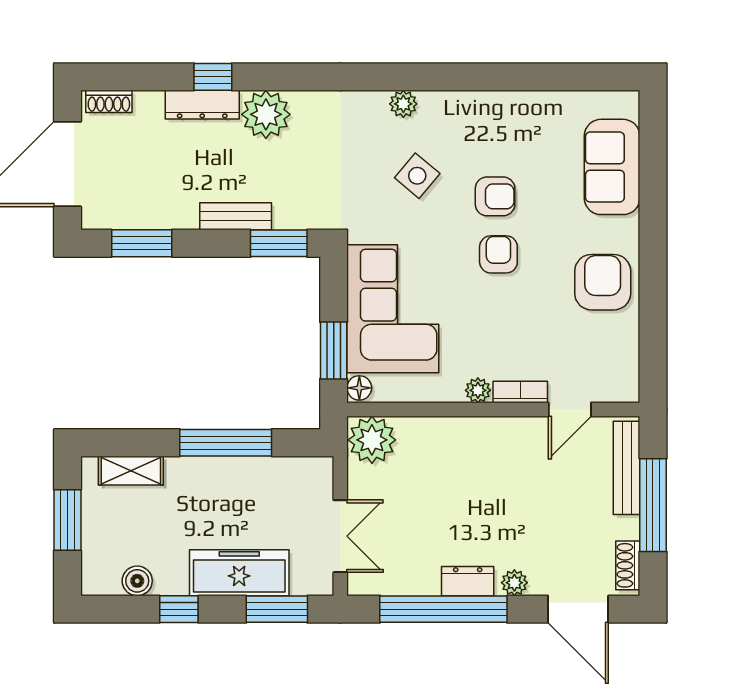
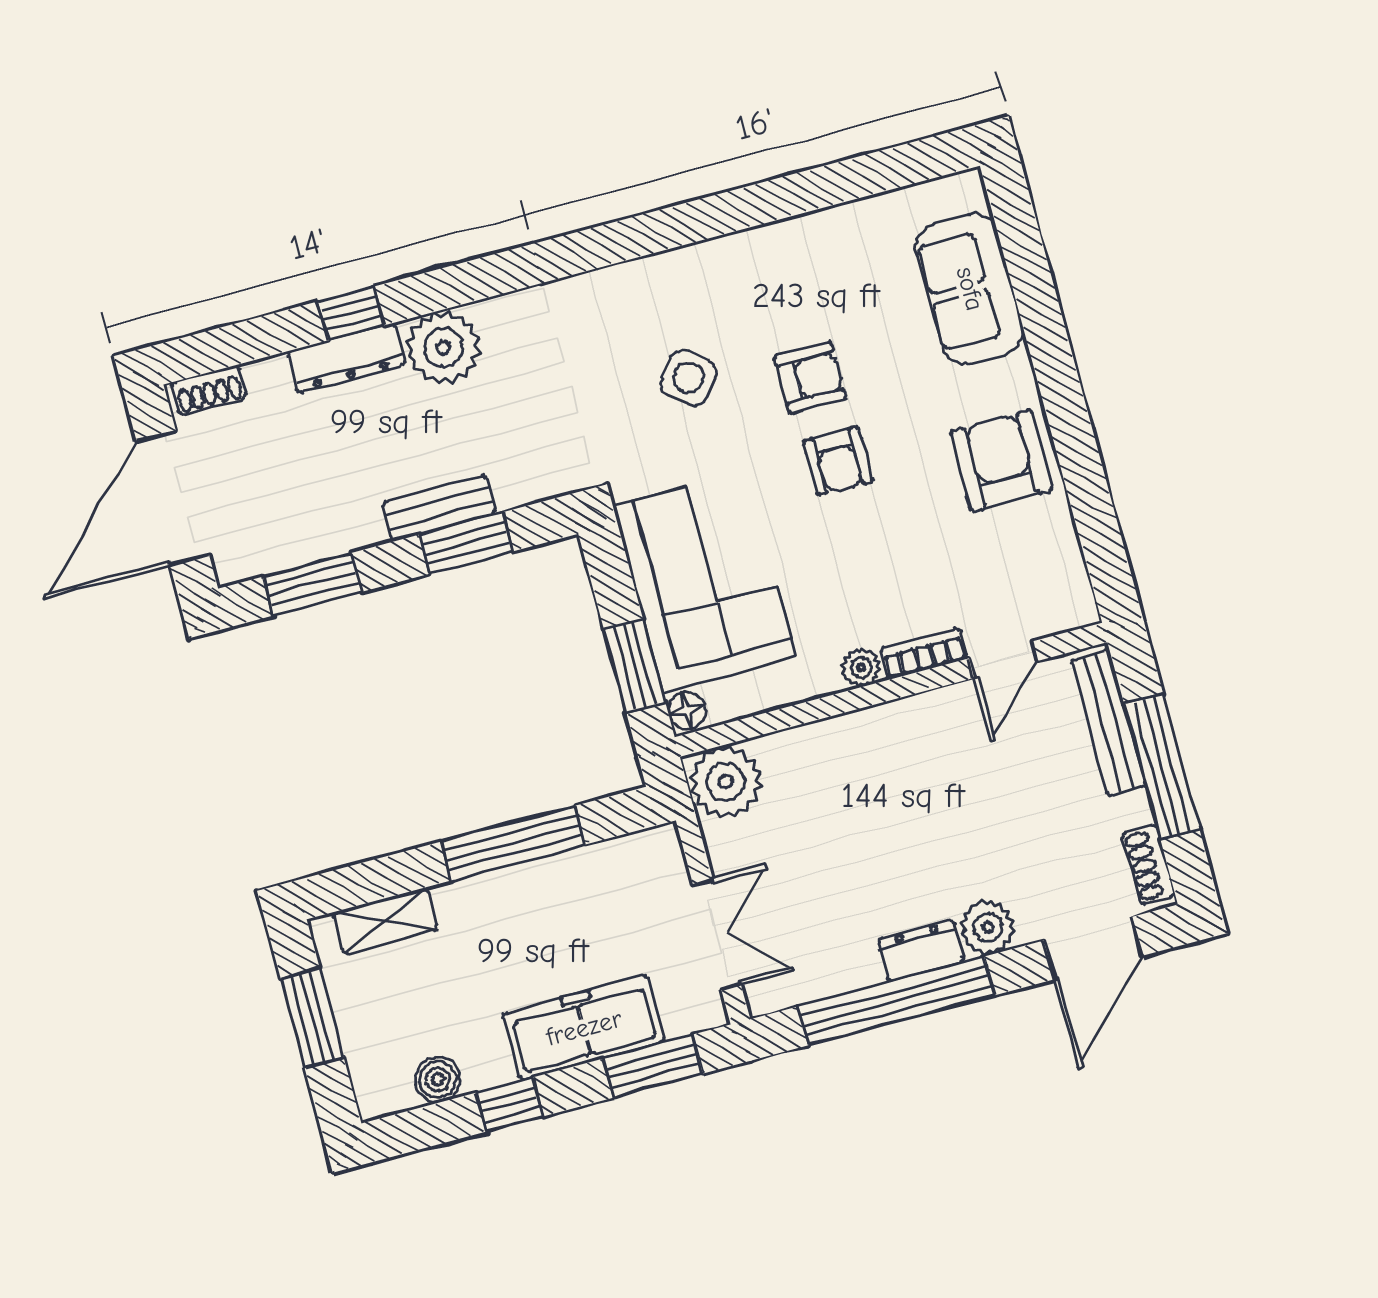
plant: (403, 104) -> (640, 278), removed
window: (279, 243) -> (466, 543), moved
armchair: (498, 254) -> (838, 461), turned 180
plant: (514, 583) -> (988, 927), width x1.38, depth x1.38
door: (578, 609) -> (1093, 948), hinge flipped

